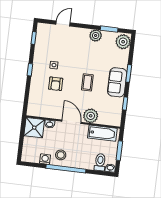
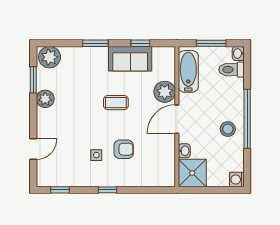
door: (63, 23) -> (33, 149), swing flipped
sofa: (117, 82) -> (130, 59), moved
washing machine: (45, 159) -> (237, 180), moved

